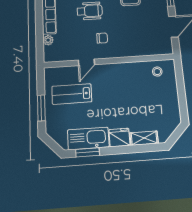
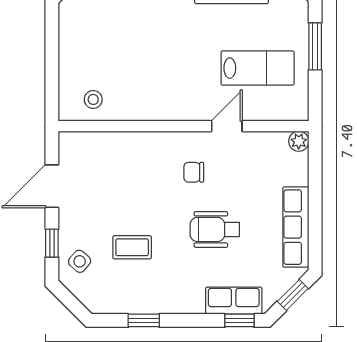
plant: (48, 40) -> (299, 141), moved

